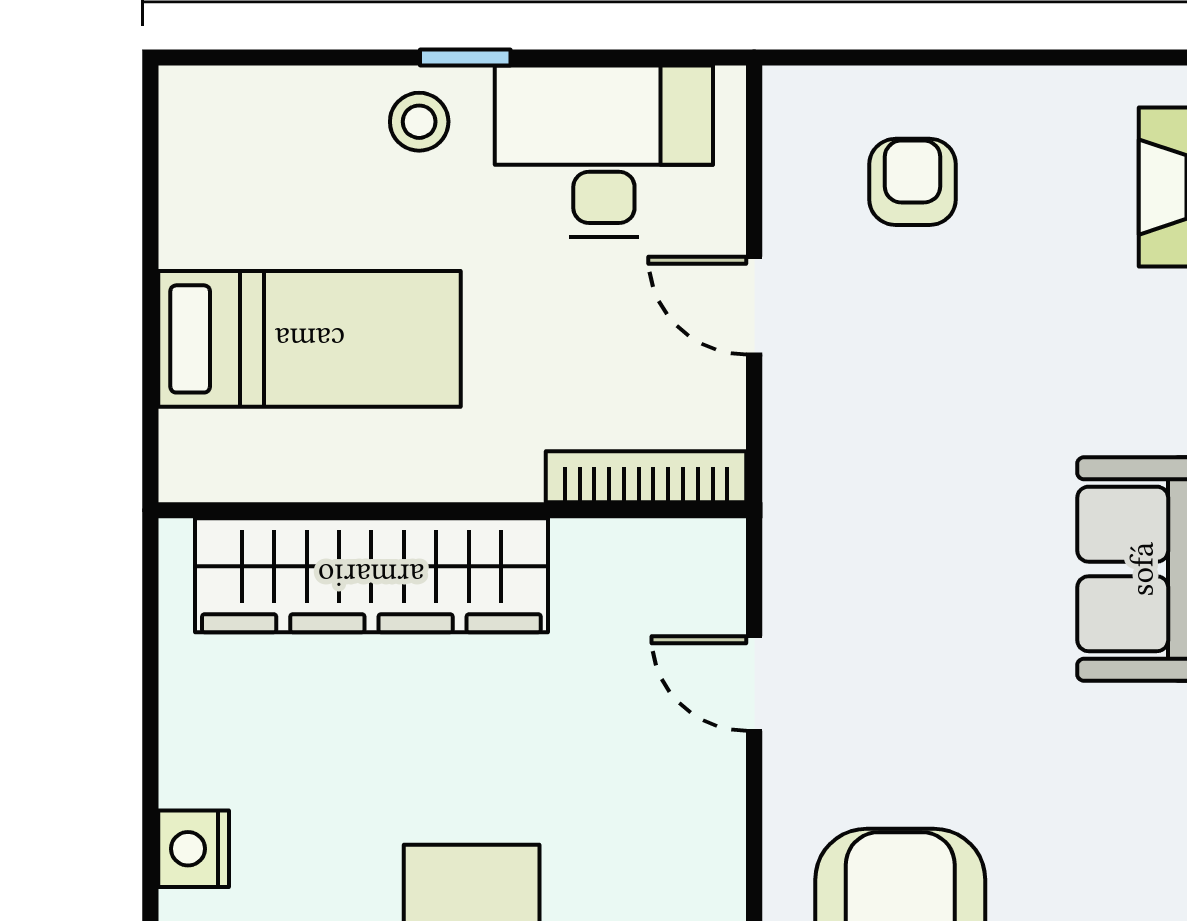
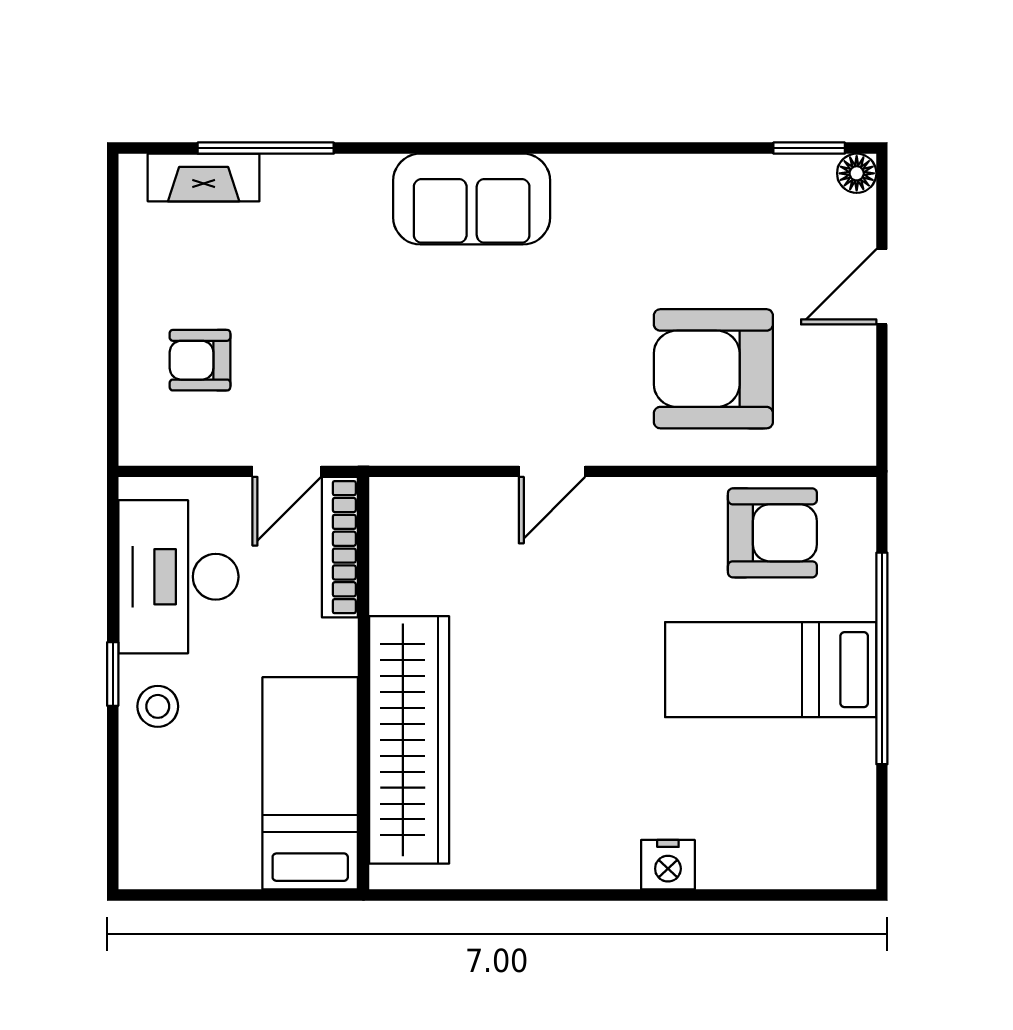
bookcase: (646, 477) -> (340, 547), moved
wall: (452, 510) -> (364, 683), moved
wardrobe: (371, 575) -> (409, 740), moved

